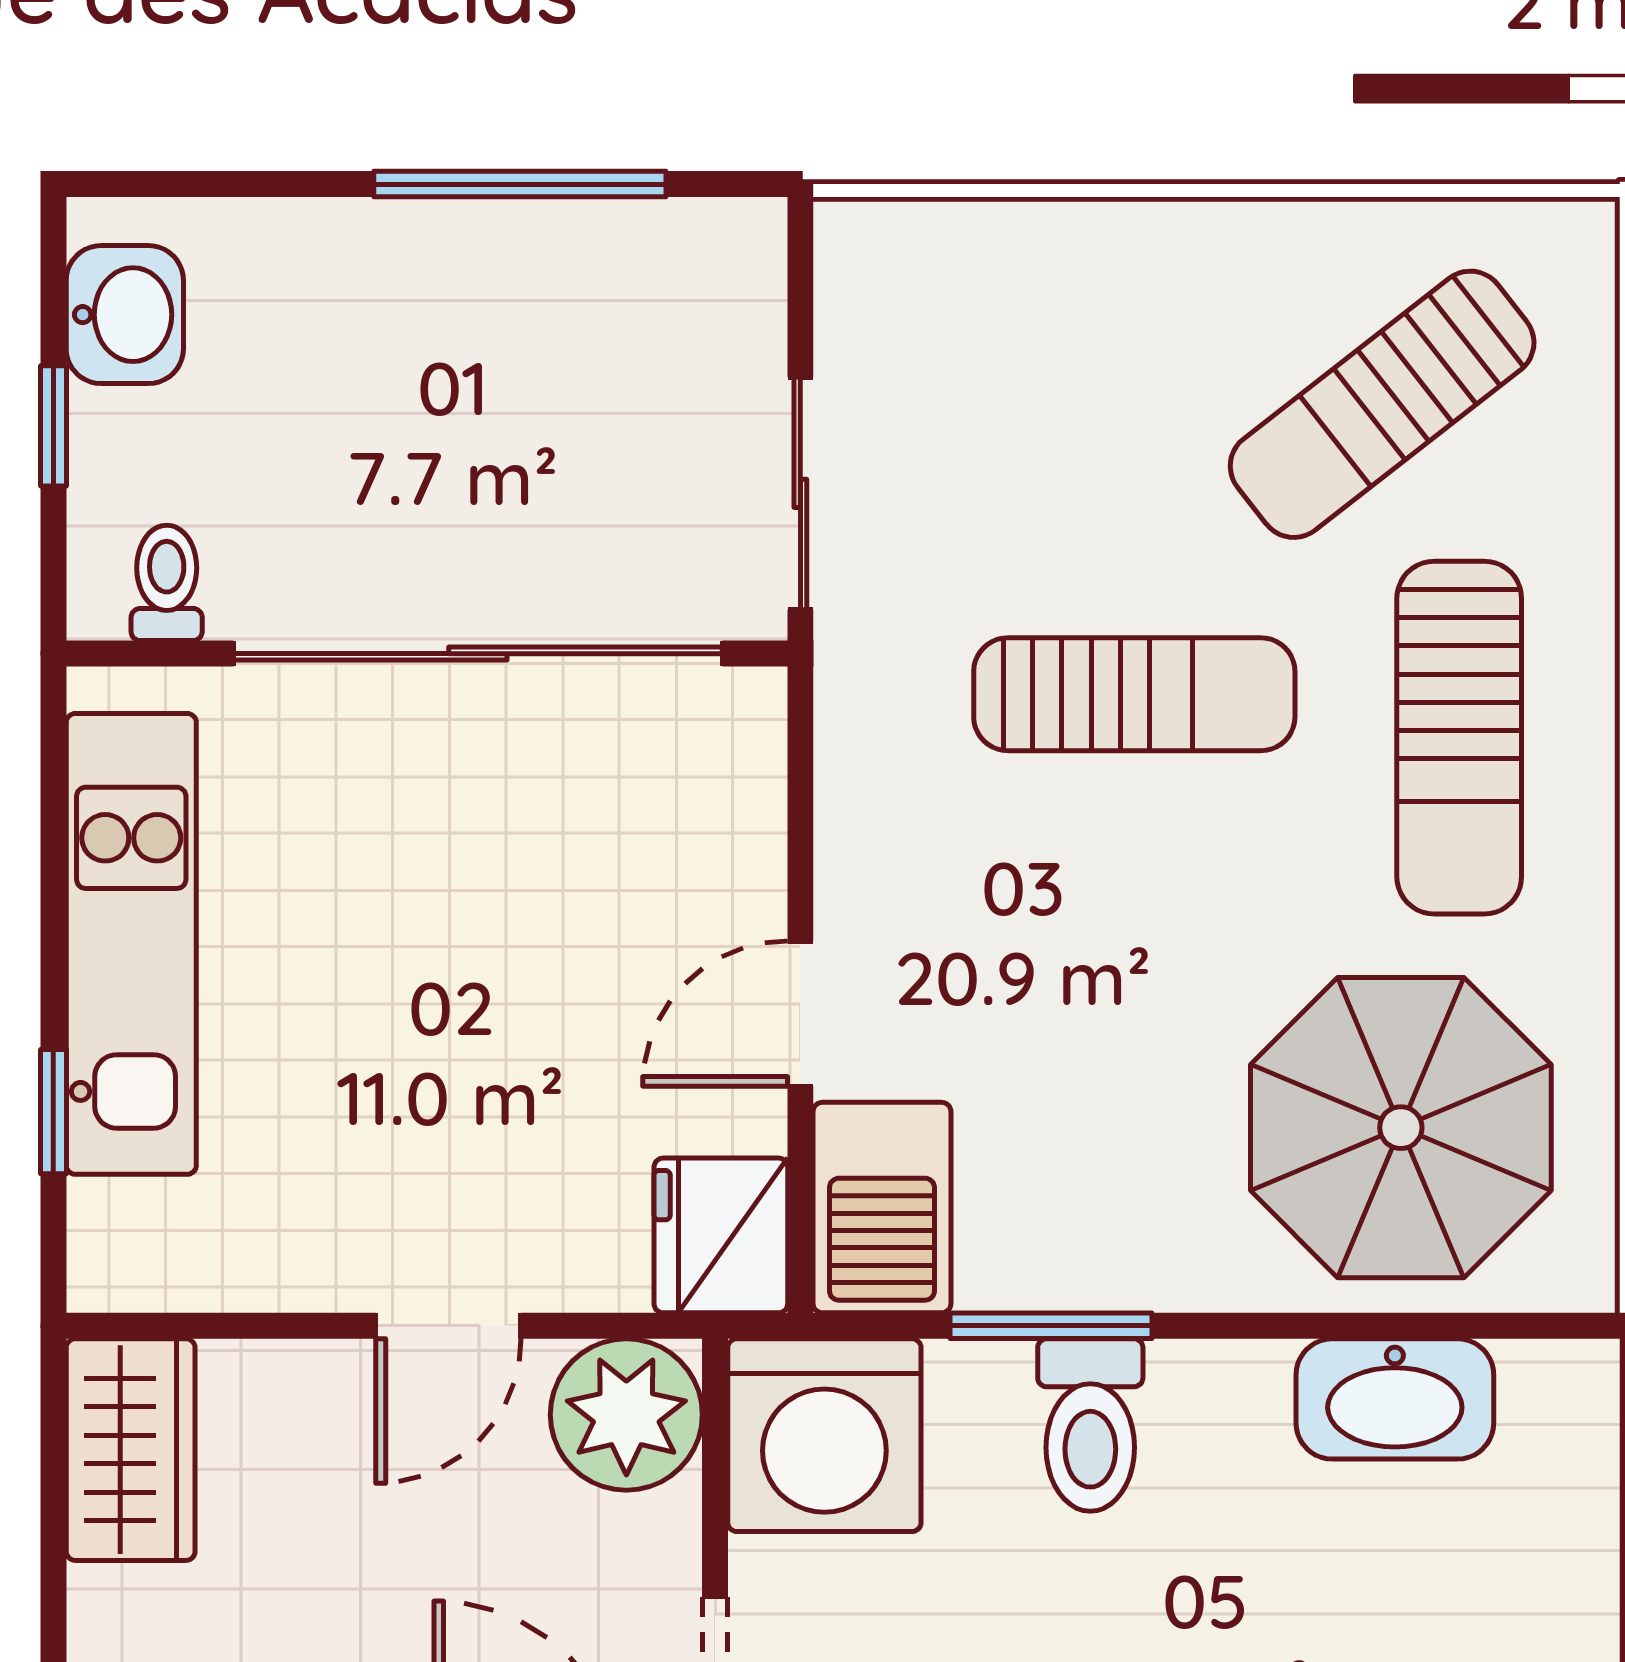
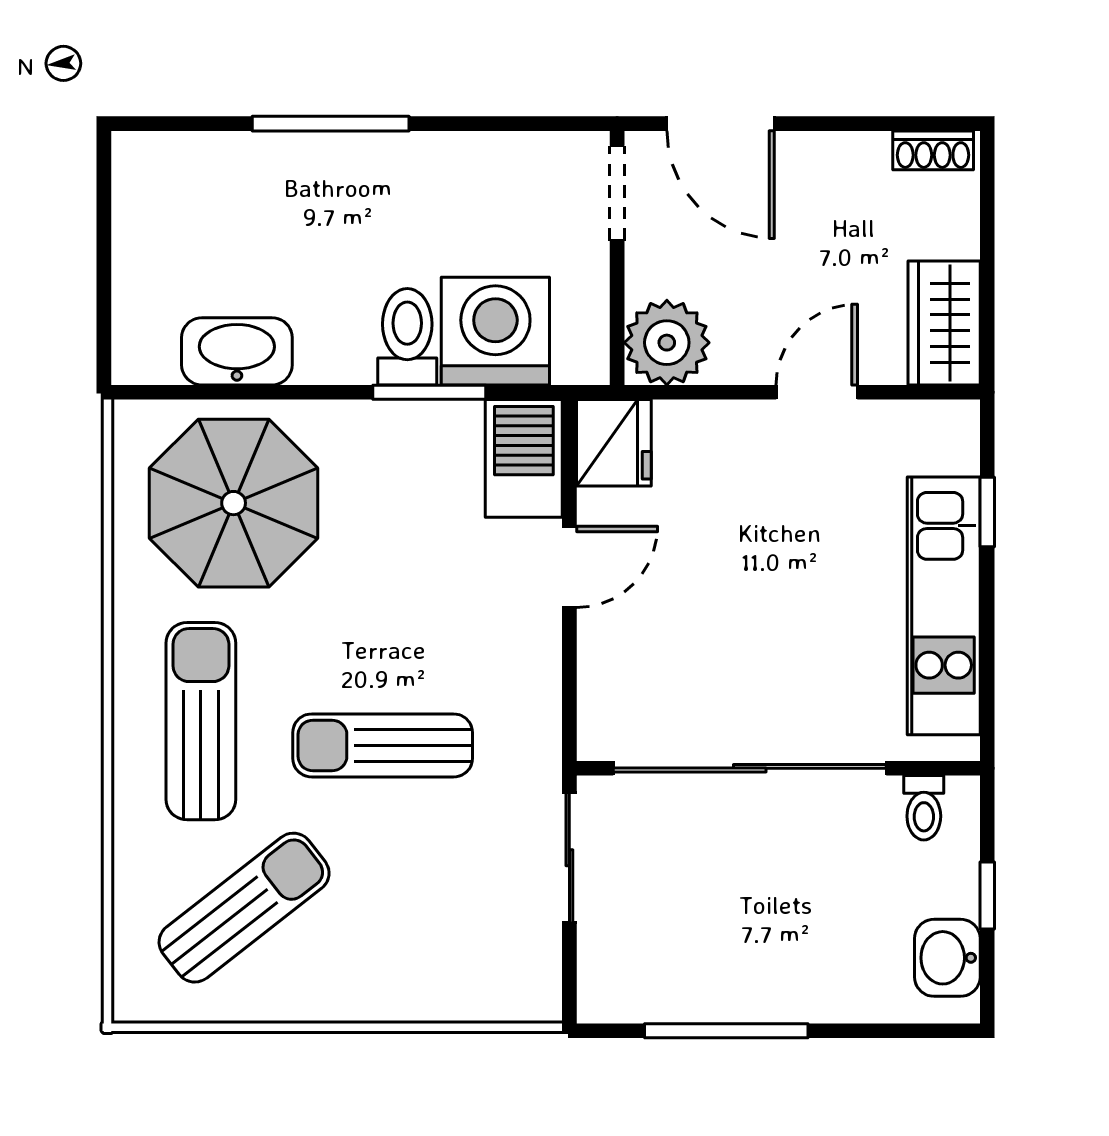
door: (448, 1326) -> (817, 392), moved
washing machine: (824, 1435) -> (495, 331), moved

